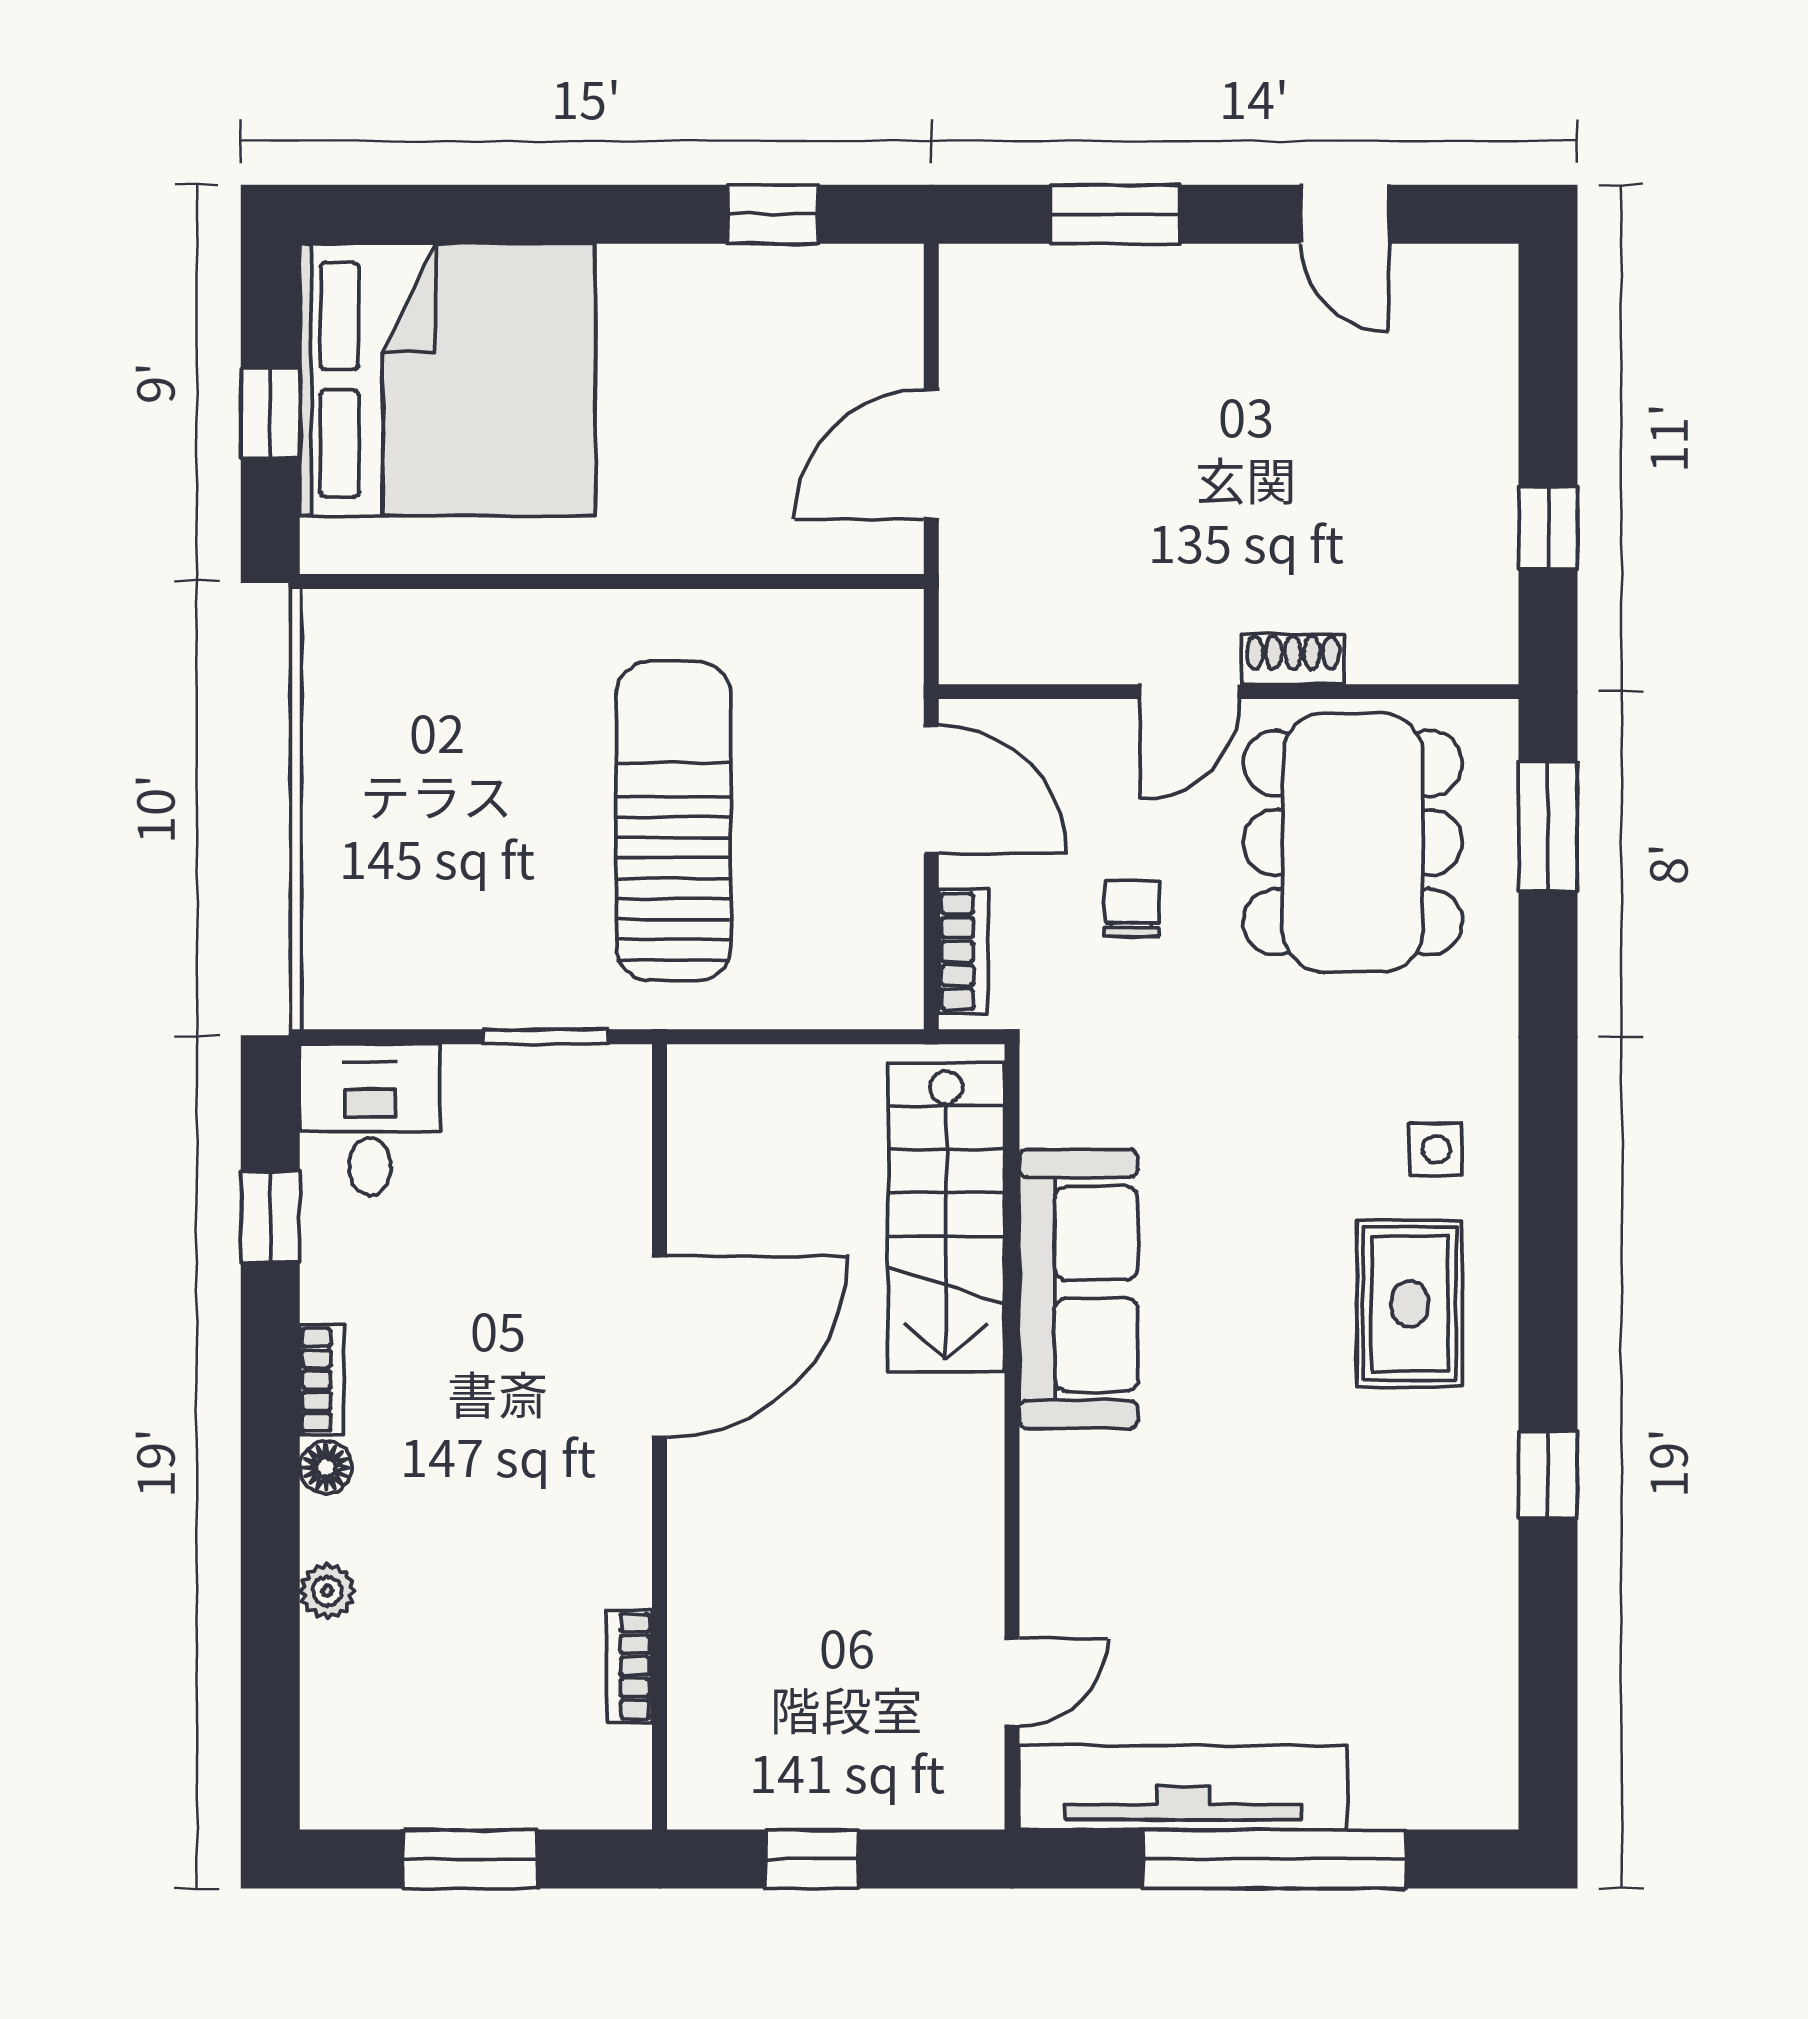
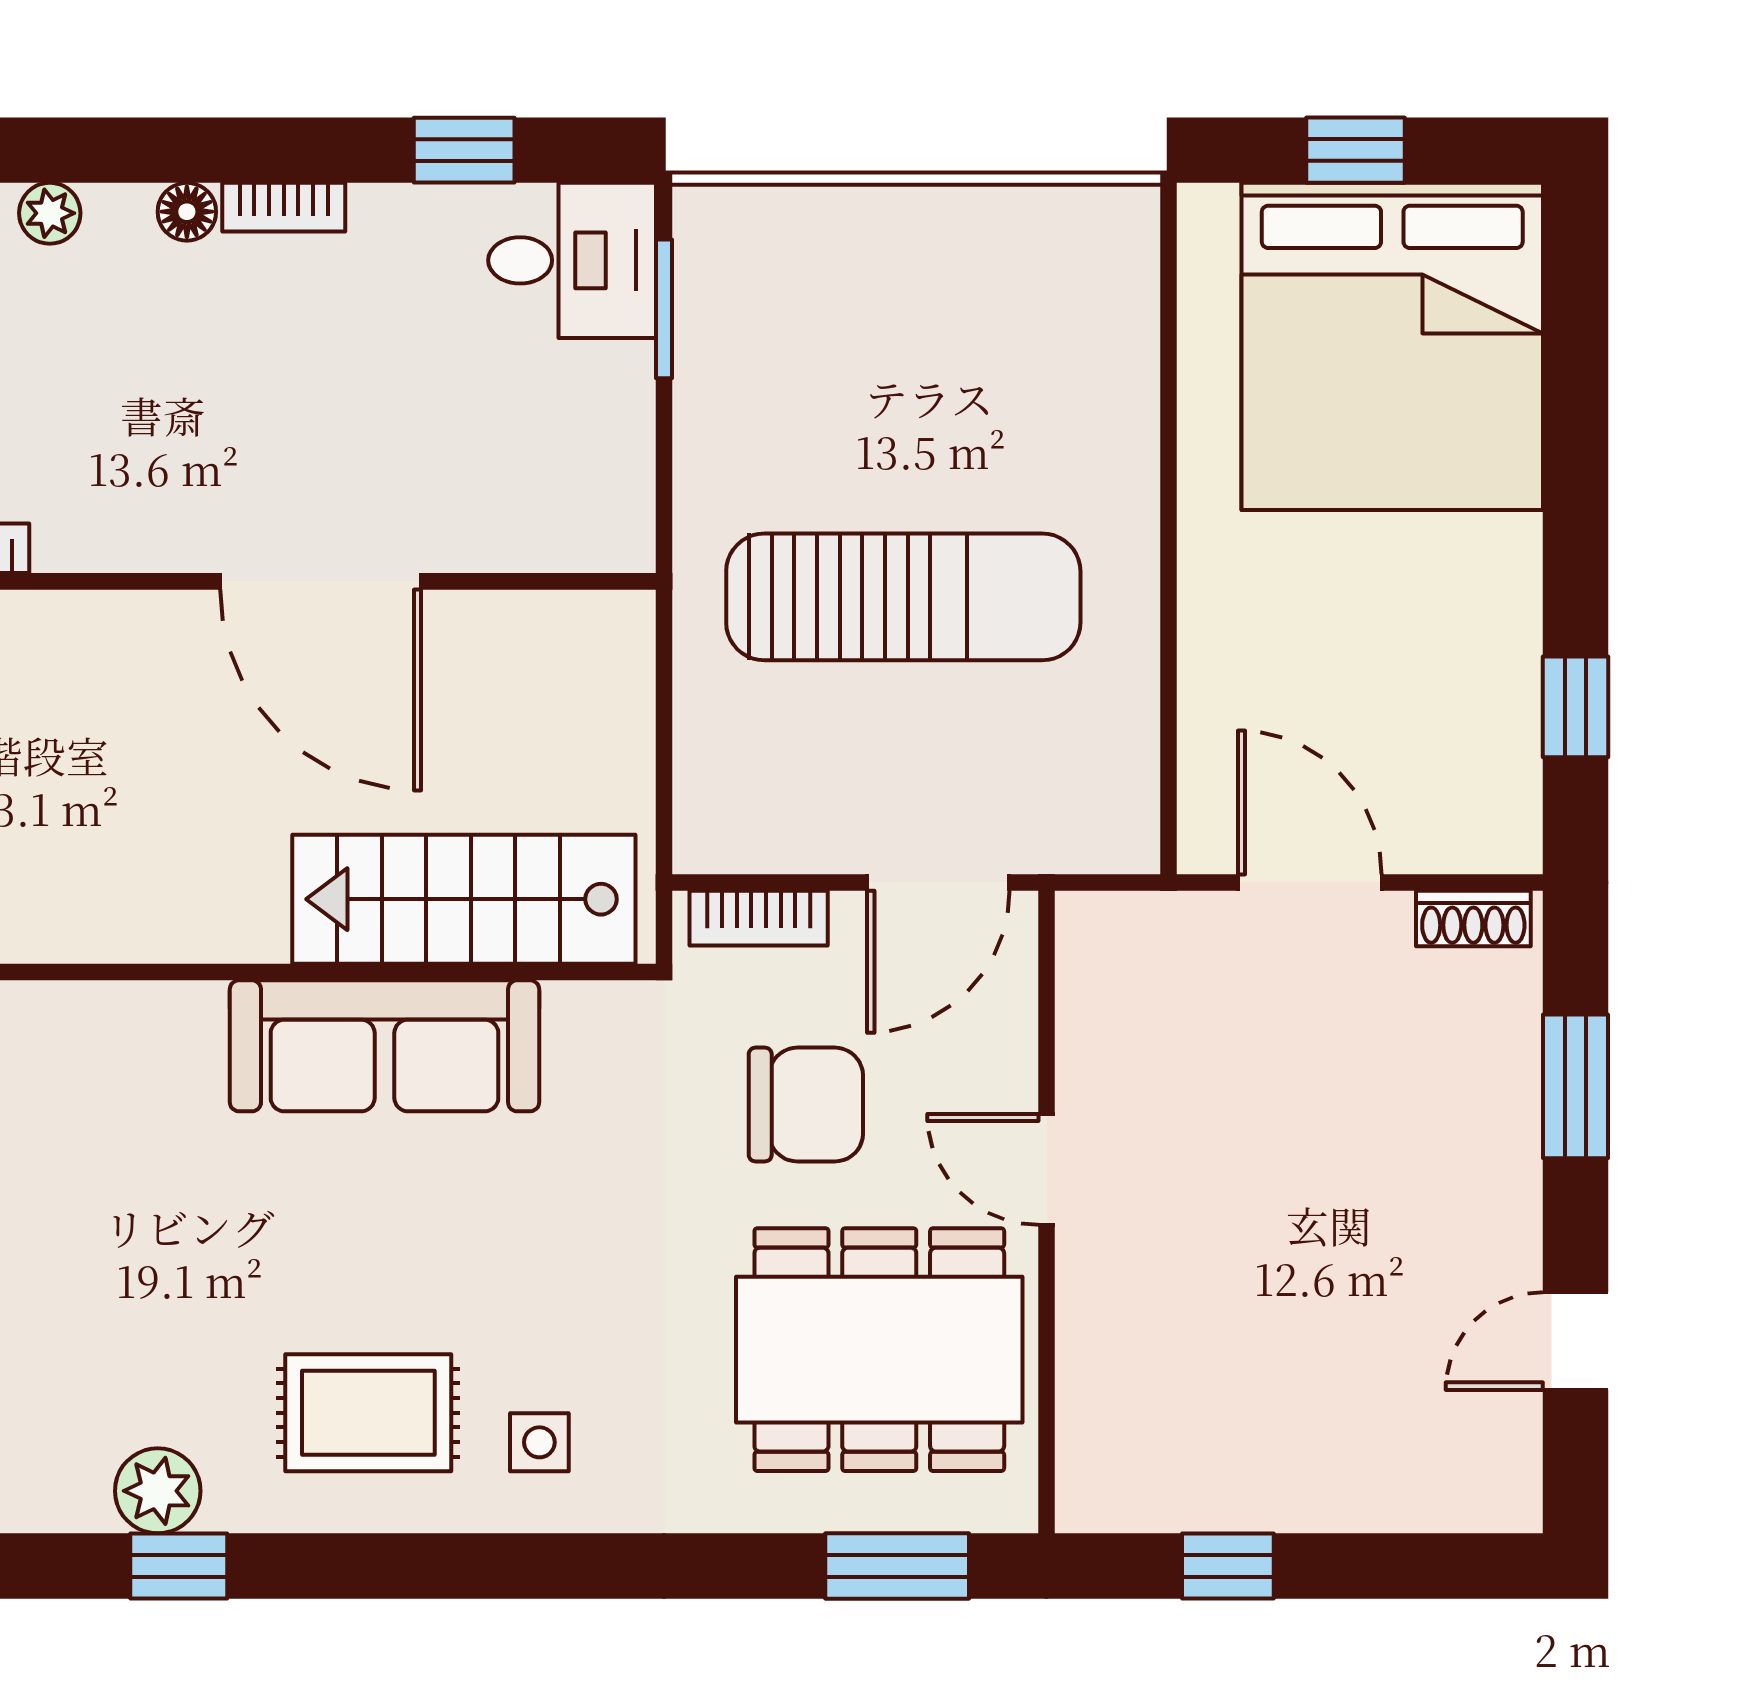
shoe rack: (1293, 659) -> (1473, 918), moved, turned 90
chair: (1132, 909) -> (806, 1105), width x1.87, depth x1.87
window: (546, 1037) -> (664, 309), moved
plant: (1480, 1494) -> (158, 1491), added

